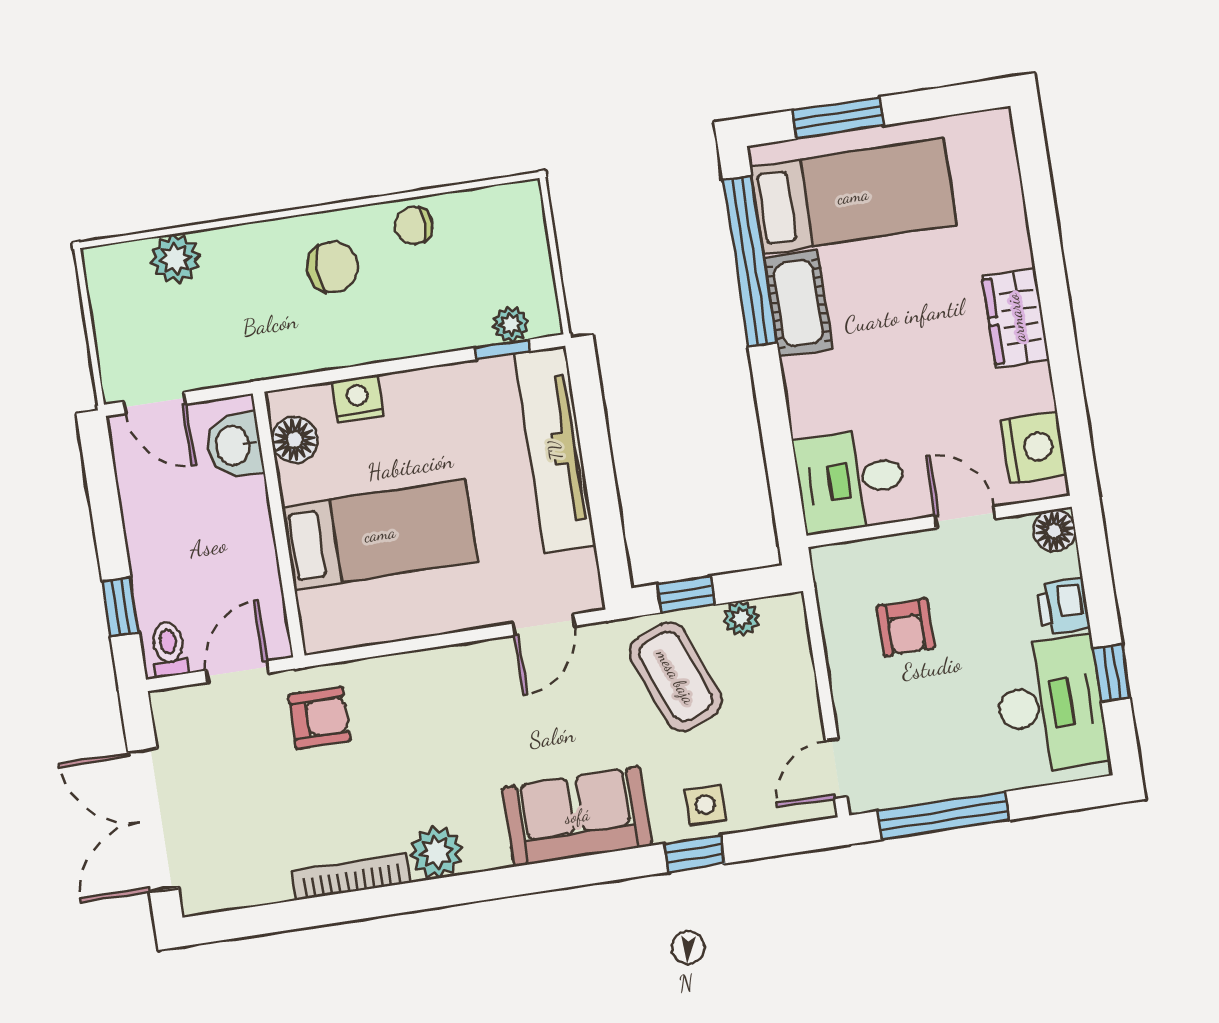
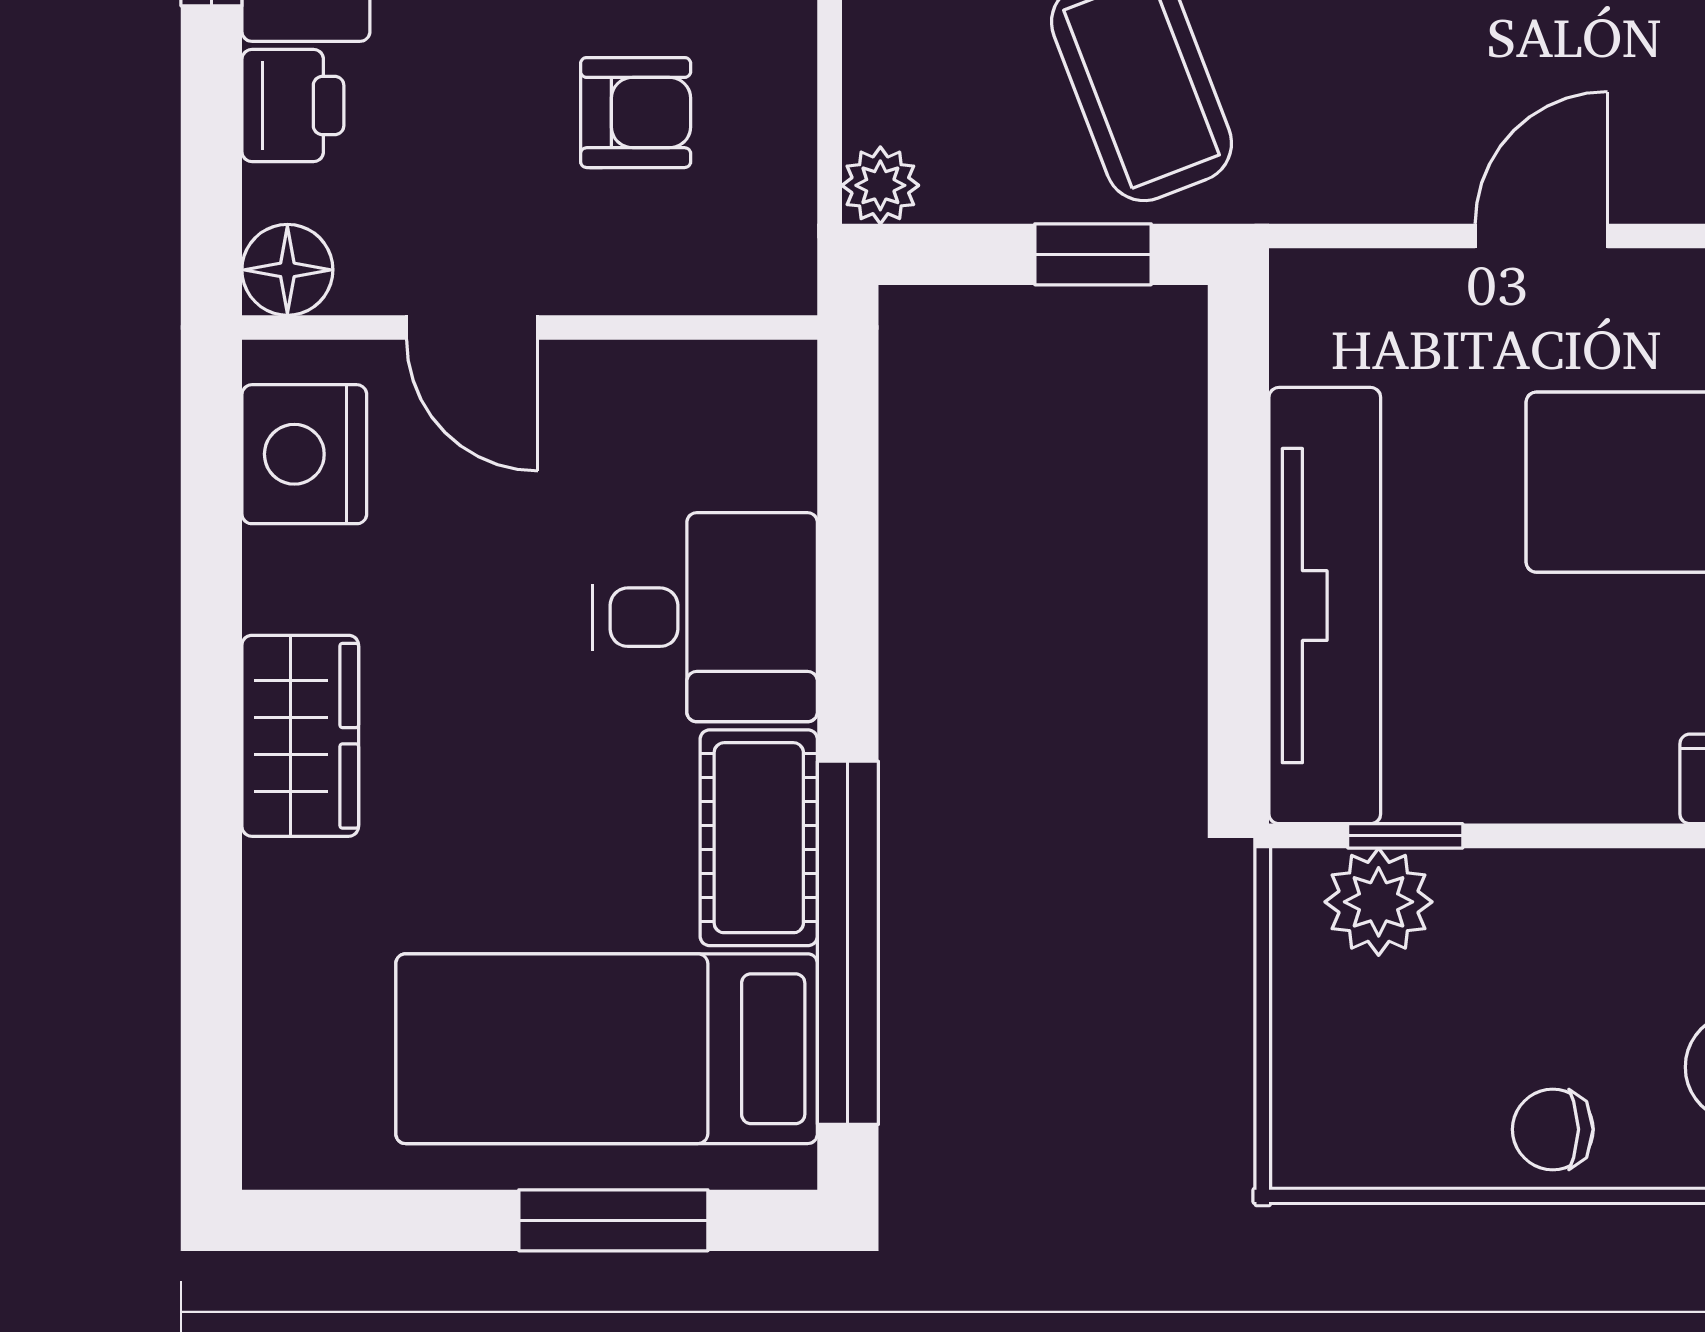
chair: (414, 225) -> (1553, 1129), turned 180
plant: (511, 324) -> (1379, 902), width x1.38, depth x1.38
desk: (851, 480) -> (705, 617), moved
plant: (741, 618) -> (880, 185), moved
door: (544, 625) -> (1541, 236), moved
armchair: (906, 627) -> (636, 113), turned 90

